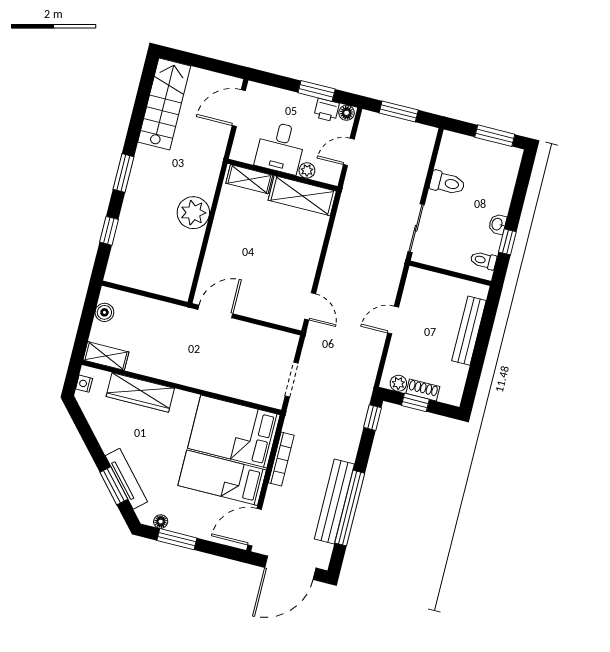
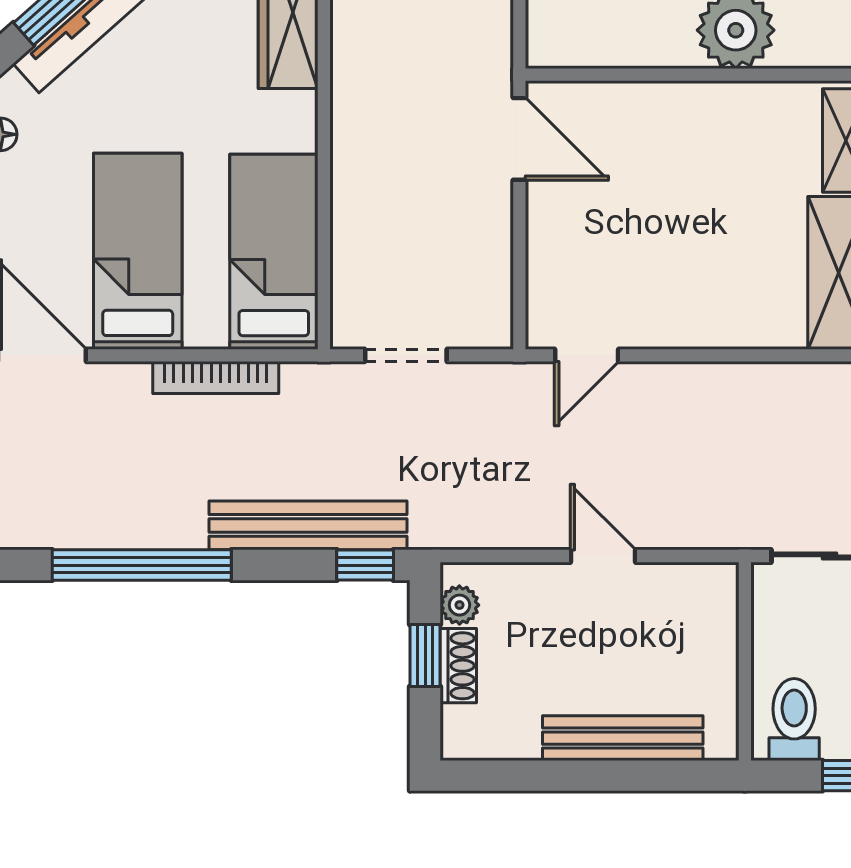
toilet: (484, 260) -> (794, 719), width x1.37, depth x1.39
bed: (234, 432) -> (274, 252), width x0.67
bench: (334, 502) -> (308, 525), moved

